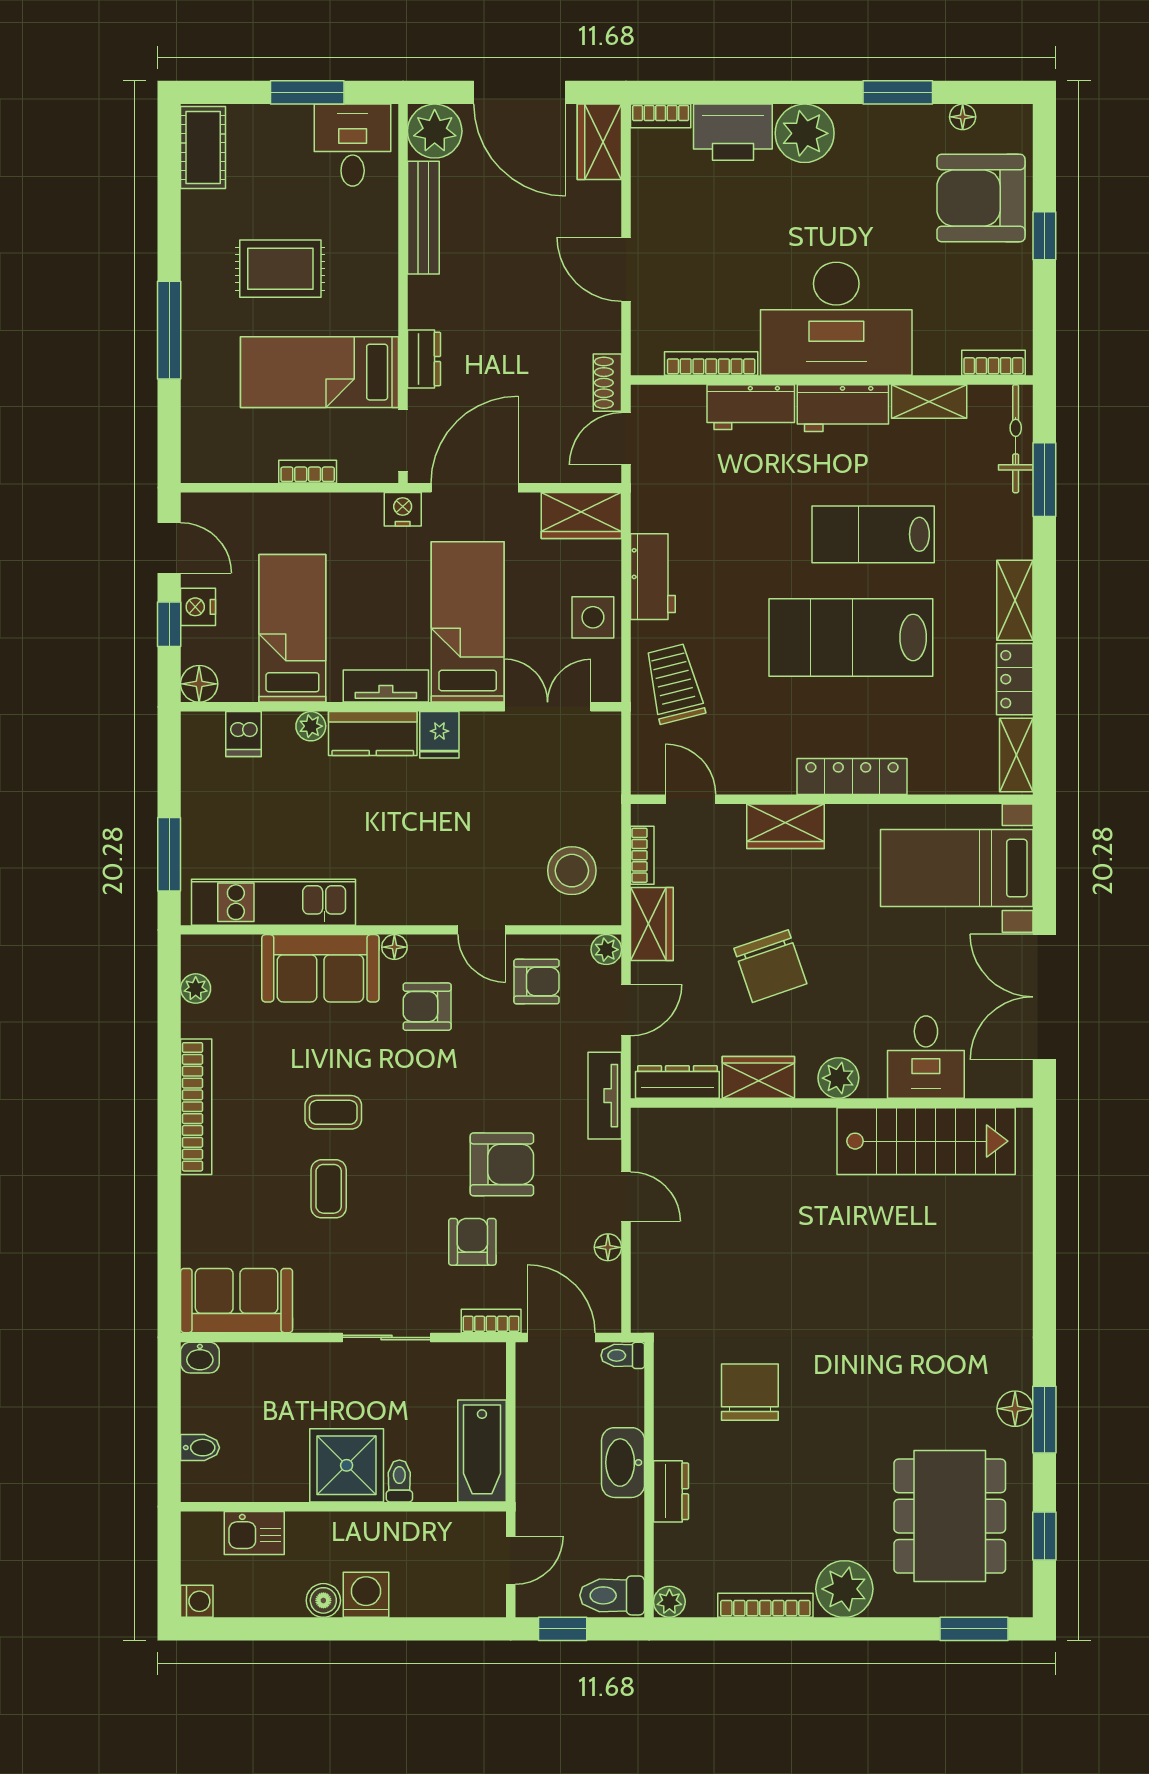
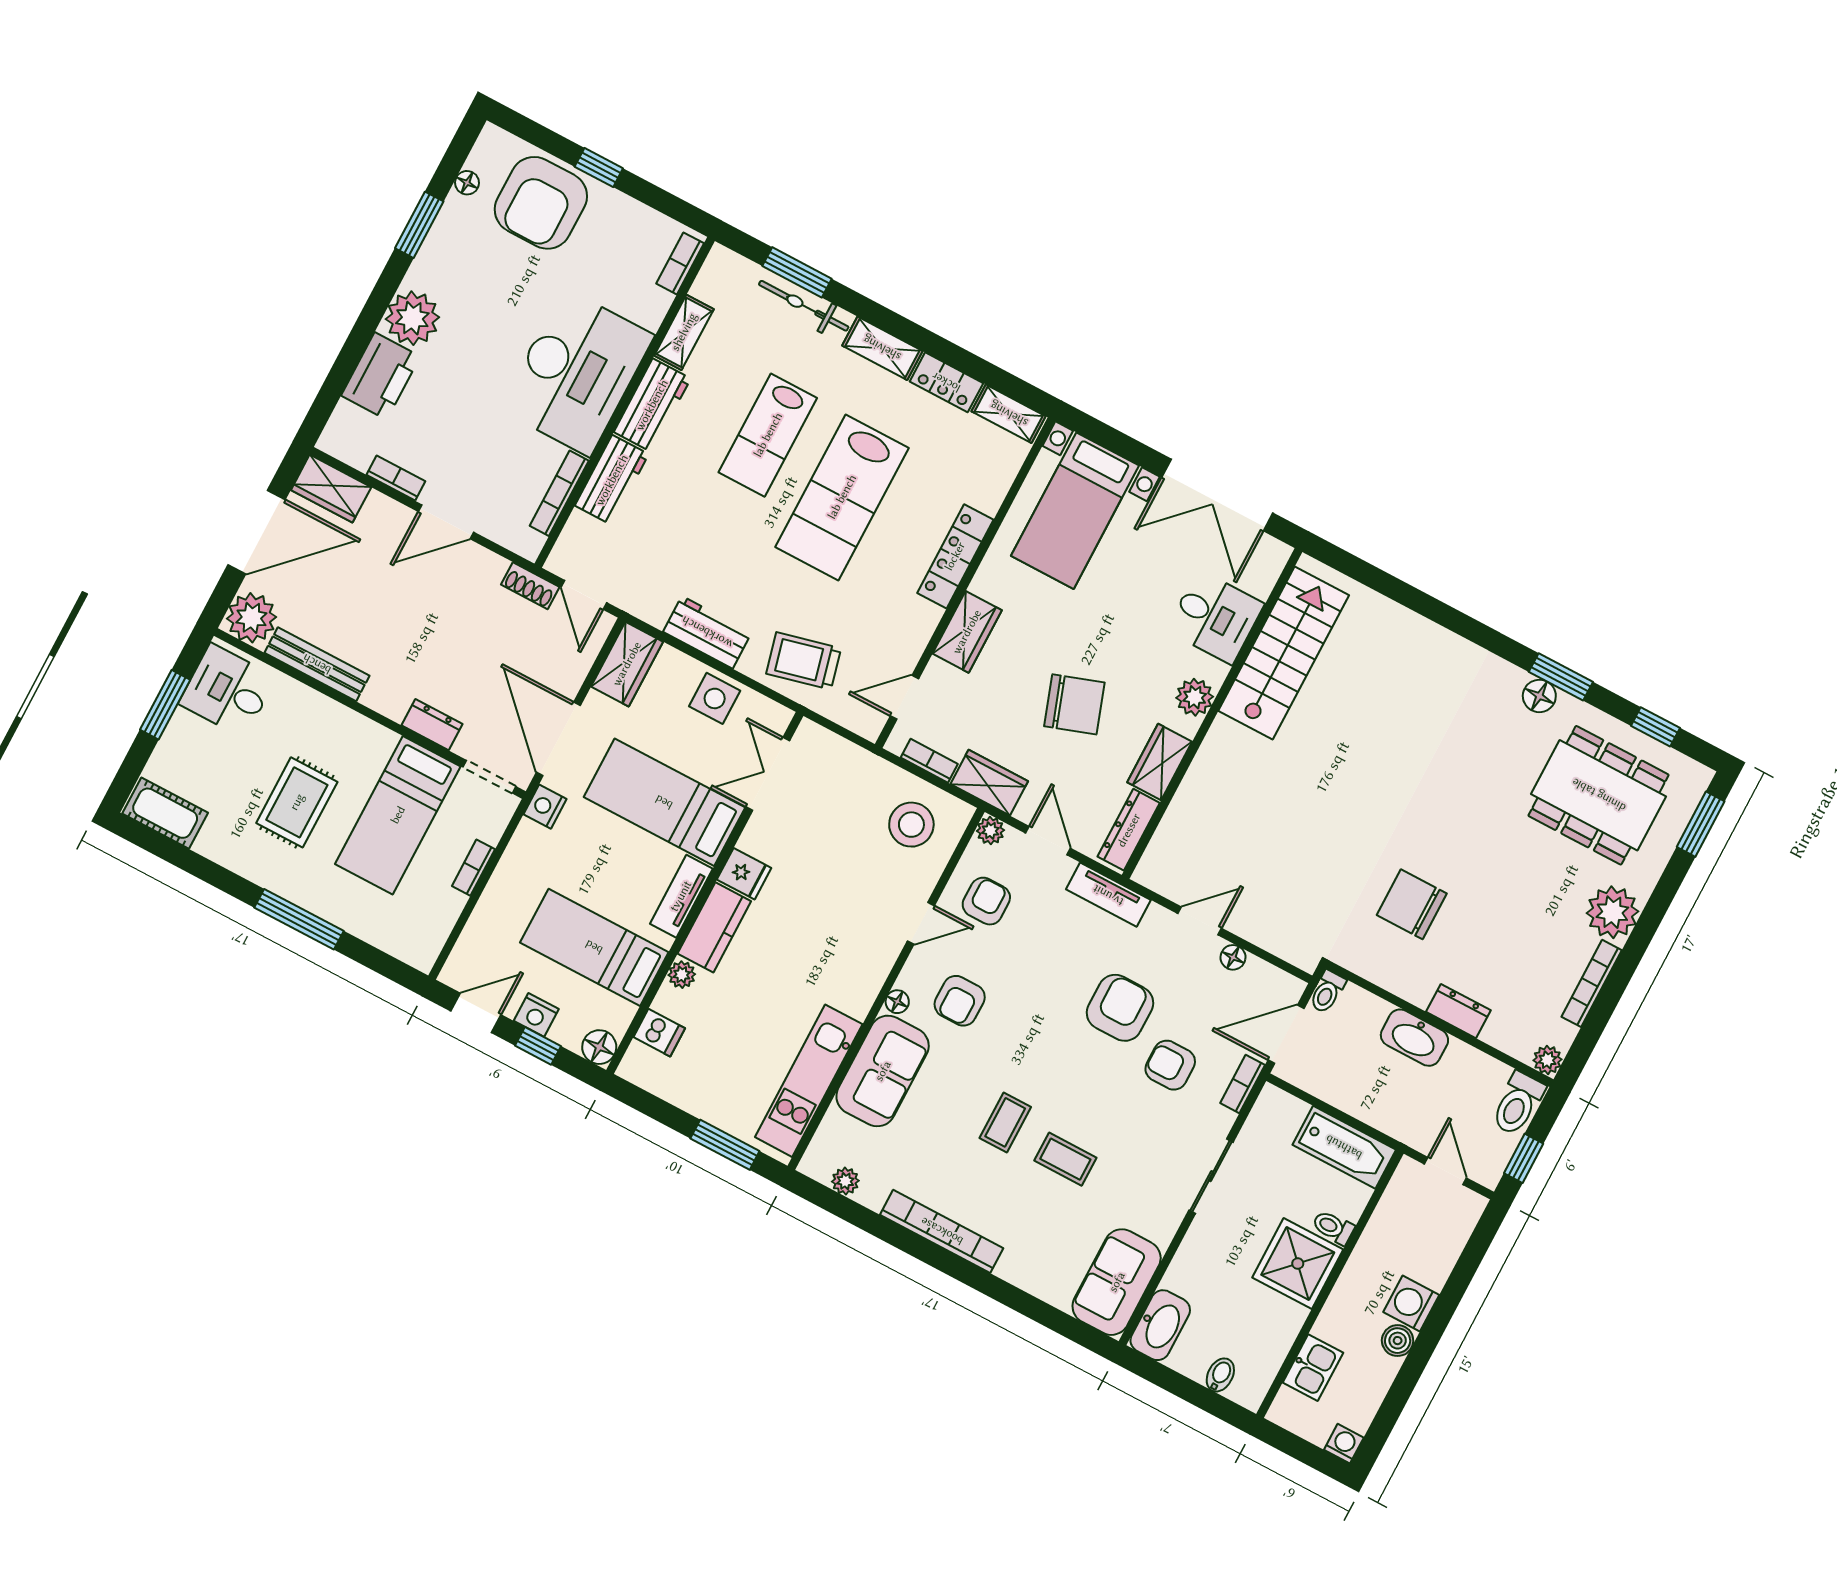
bookcase: (661, 116) -> (396, 478), moved, turned -90
bicycle: (1016, 439) -> (804, 306), moved
washbasin: (200, 1358) -> (1160, 1325), width x1.91, depth x1.45

